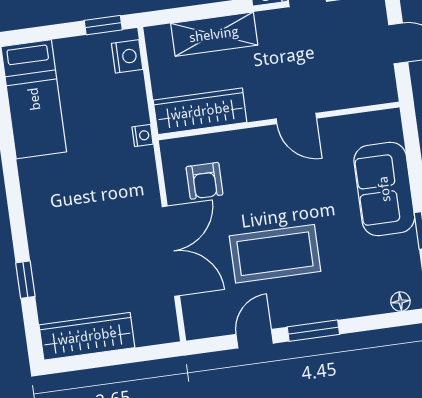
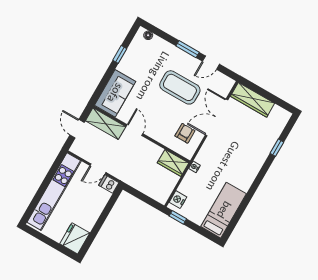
shelving: (214, 34) -> (106, 124), moved
wardrobe: (200, 111) -> (173, 163), width x0.67
sofa: (384, 189) -> (115, 93), moved
wardrobe: (87, 336) -> (252, 100), moved

